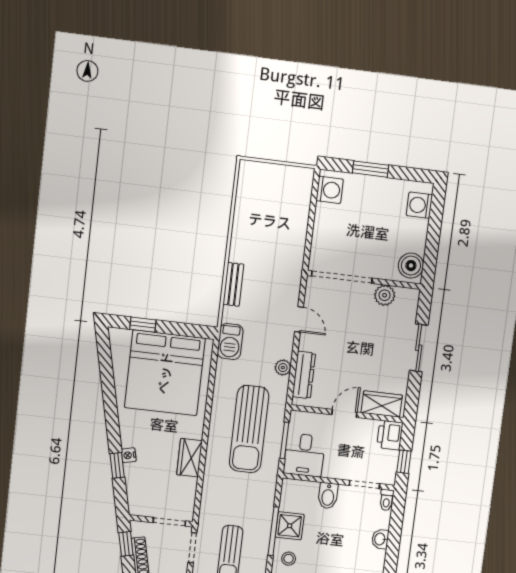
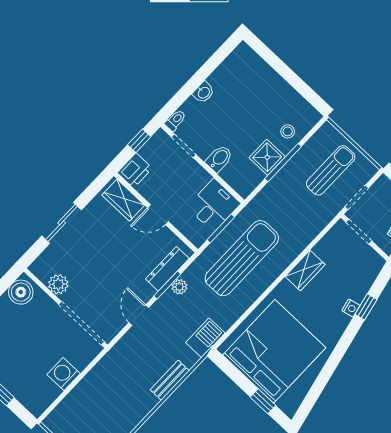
washing machine: (330, 190) -> (64, 374), moved
window: (294, 362) -> (167, 285), added

